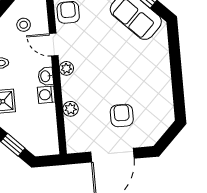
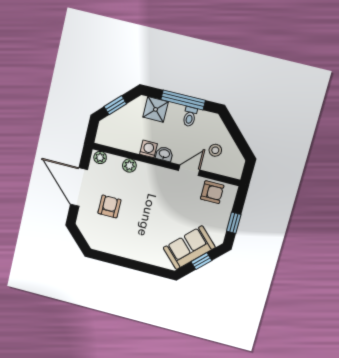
plant: (66, 68) -> (100, 158), moved
armchair: (122, 115) -> (109, 206), turned -90

